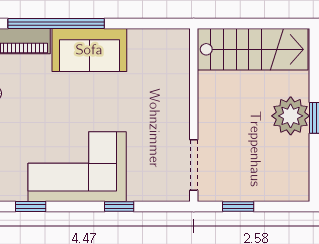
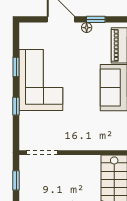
window: (31, 207) -> (16, 67), moved

